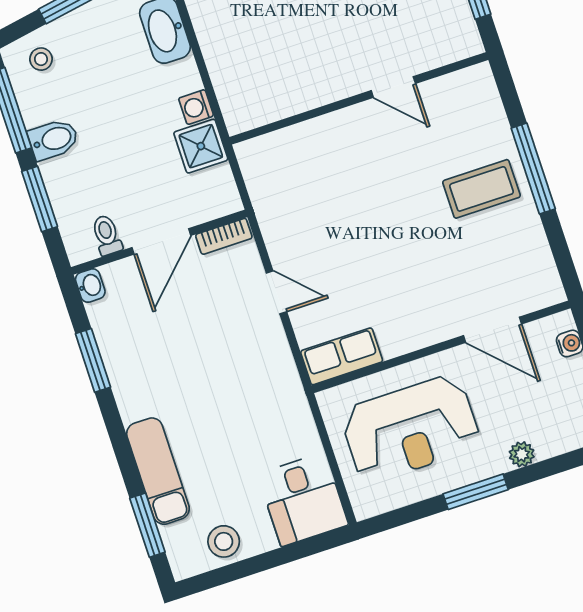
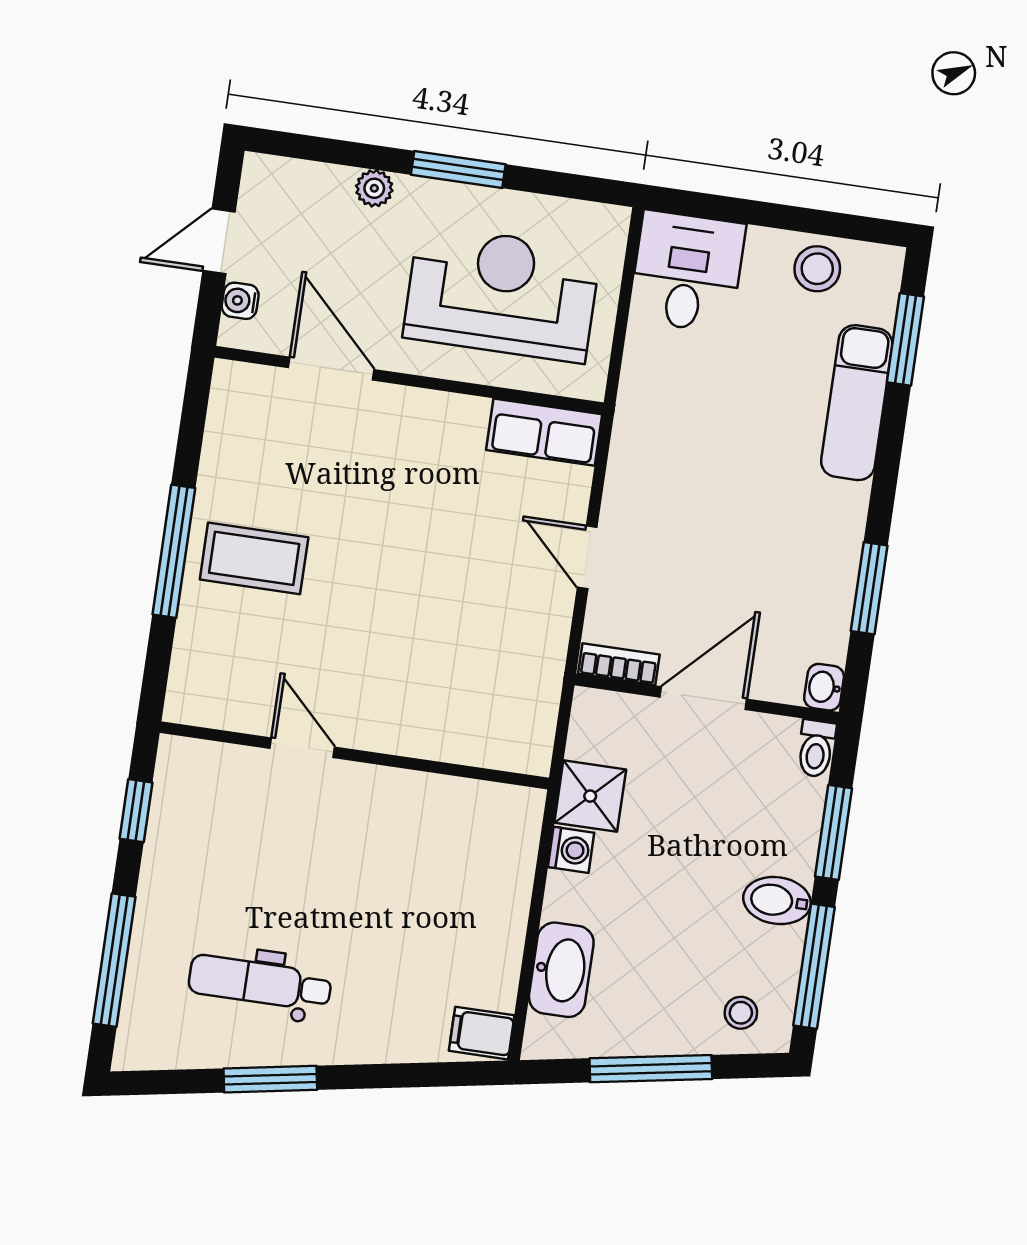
toilet: (107, 235) -> (816, 749), moved

